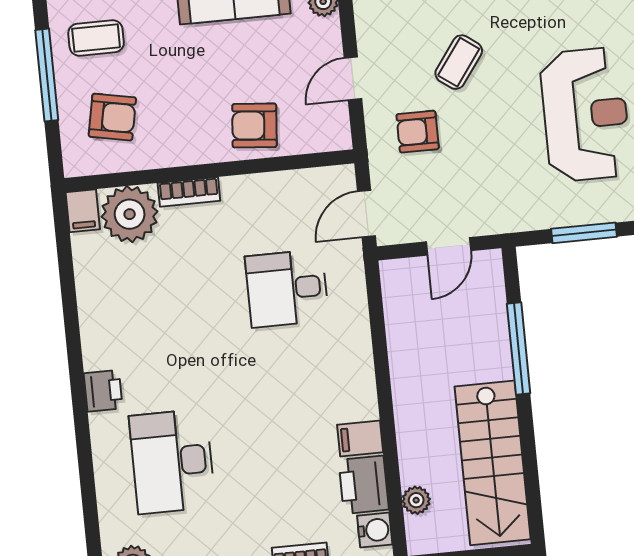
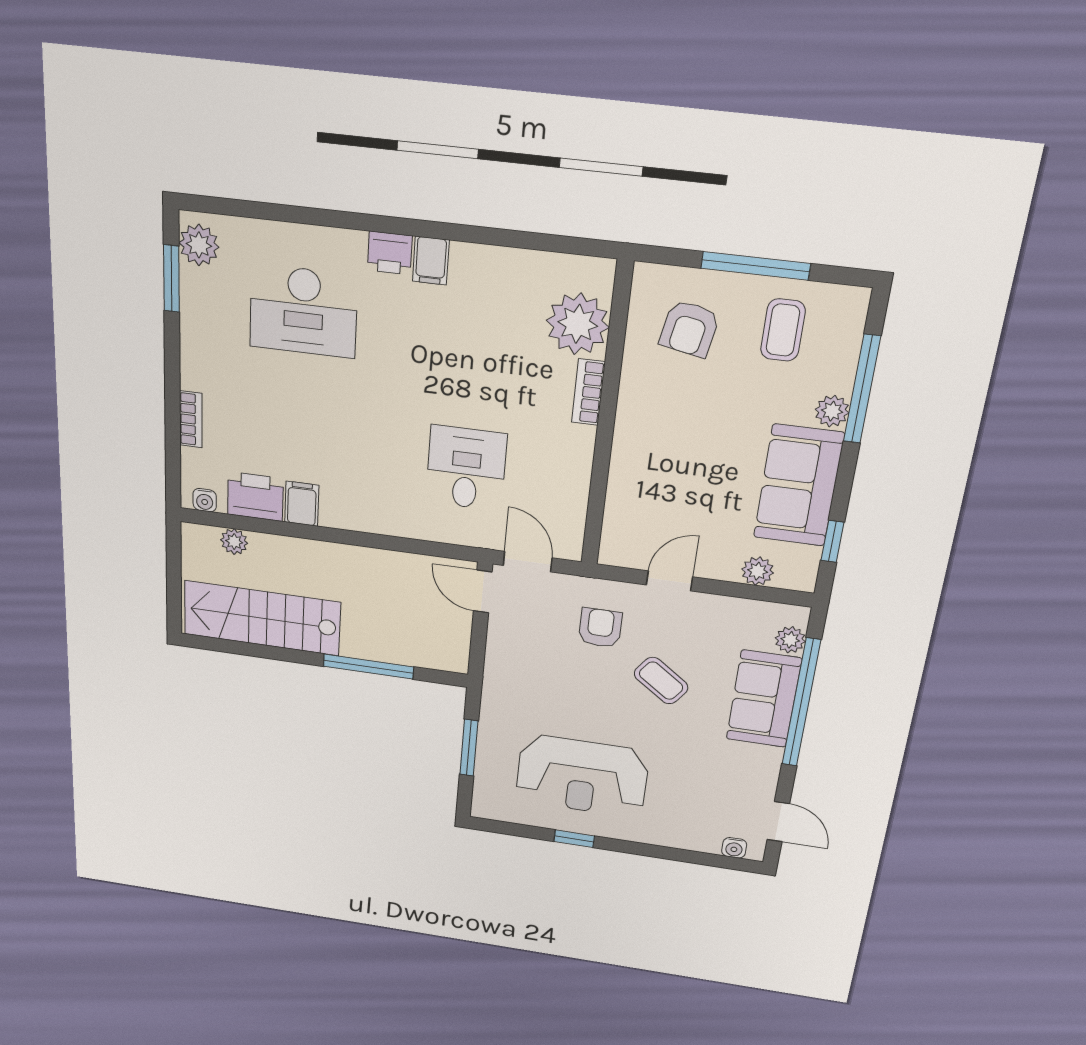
door: (353, 78) -> (670, 581), hinge flipped
armchair: (254, 126) -> (644, 475), removed
filing cabinet: (83, 211) -> (431, 261), moved, turned -90
door: (449, 246) -> (483, 591), moved
desk: (172, 461) -> (303, 311), turned 180
water cooler: (375, 530) -> (205, 500), width x0.72, depth x0.72

